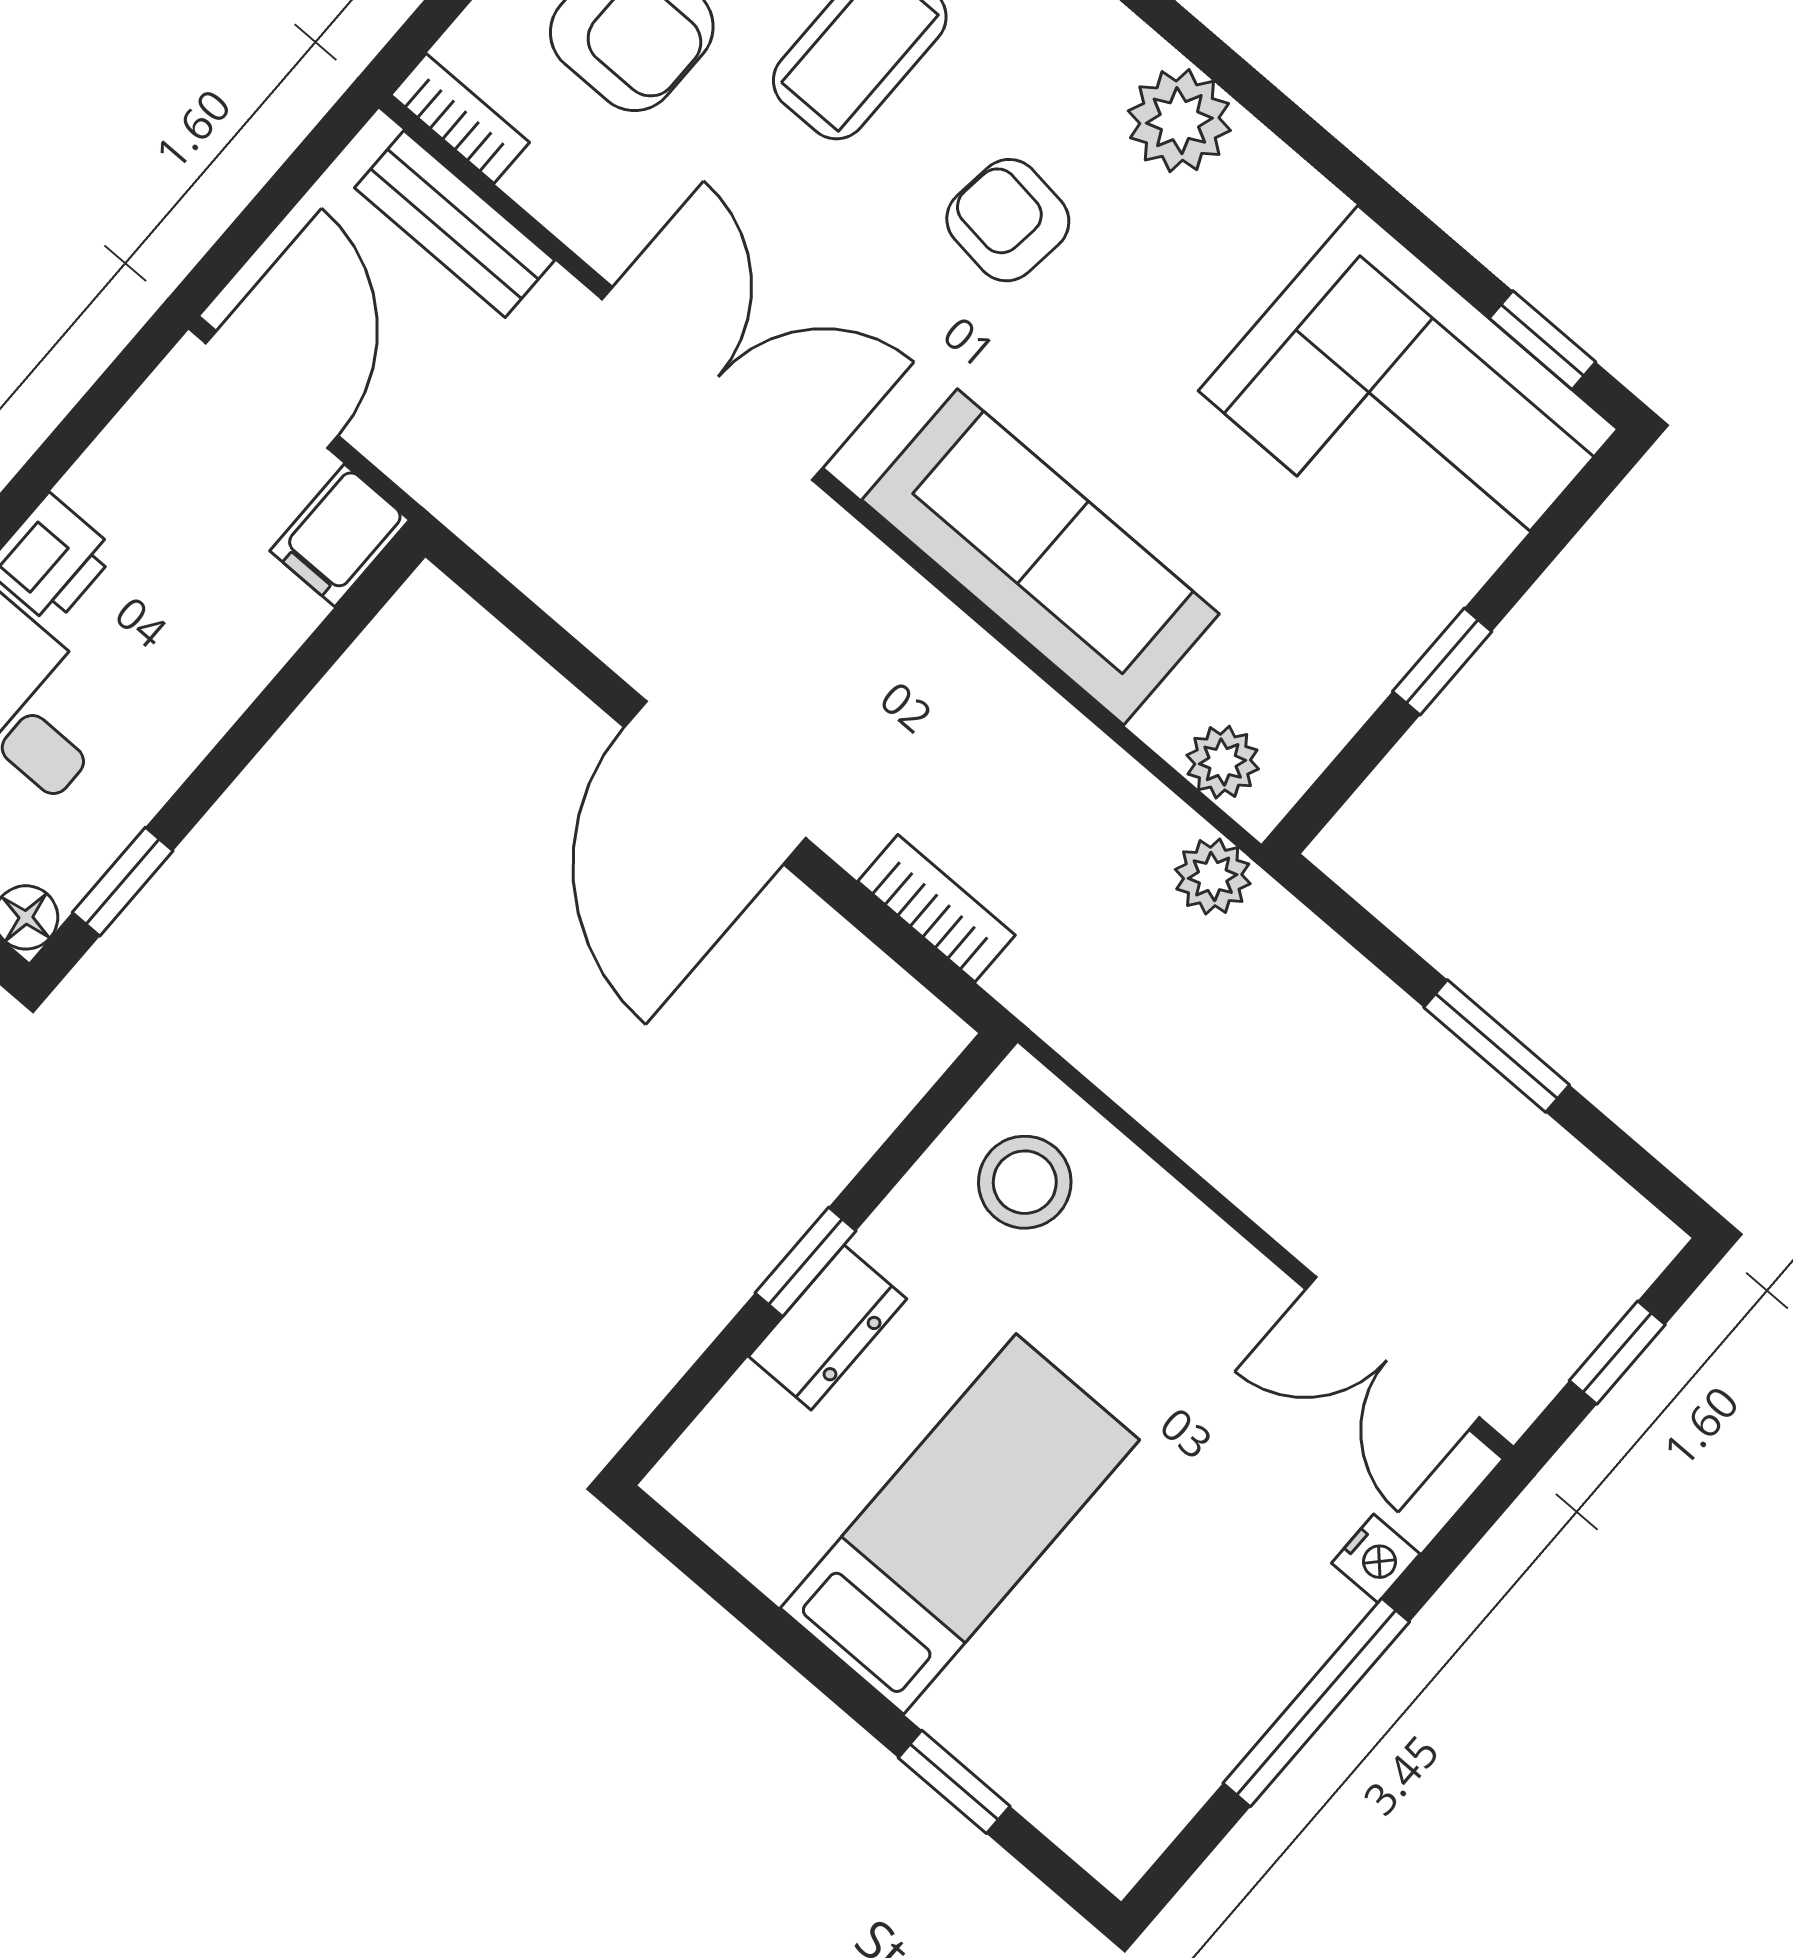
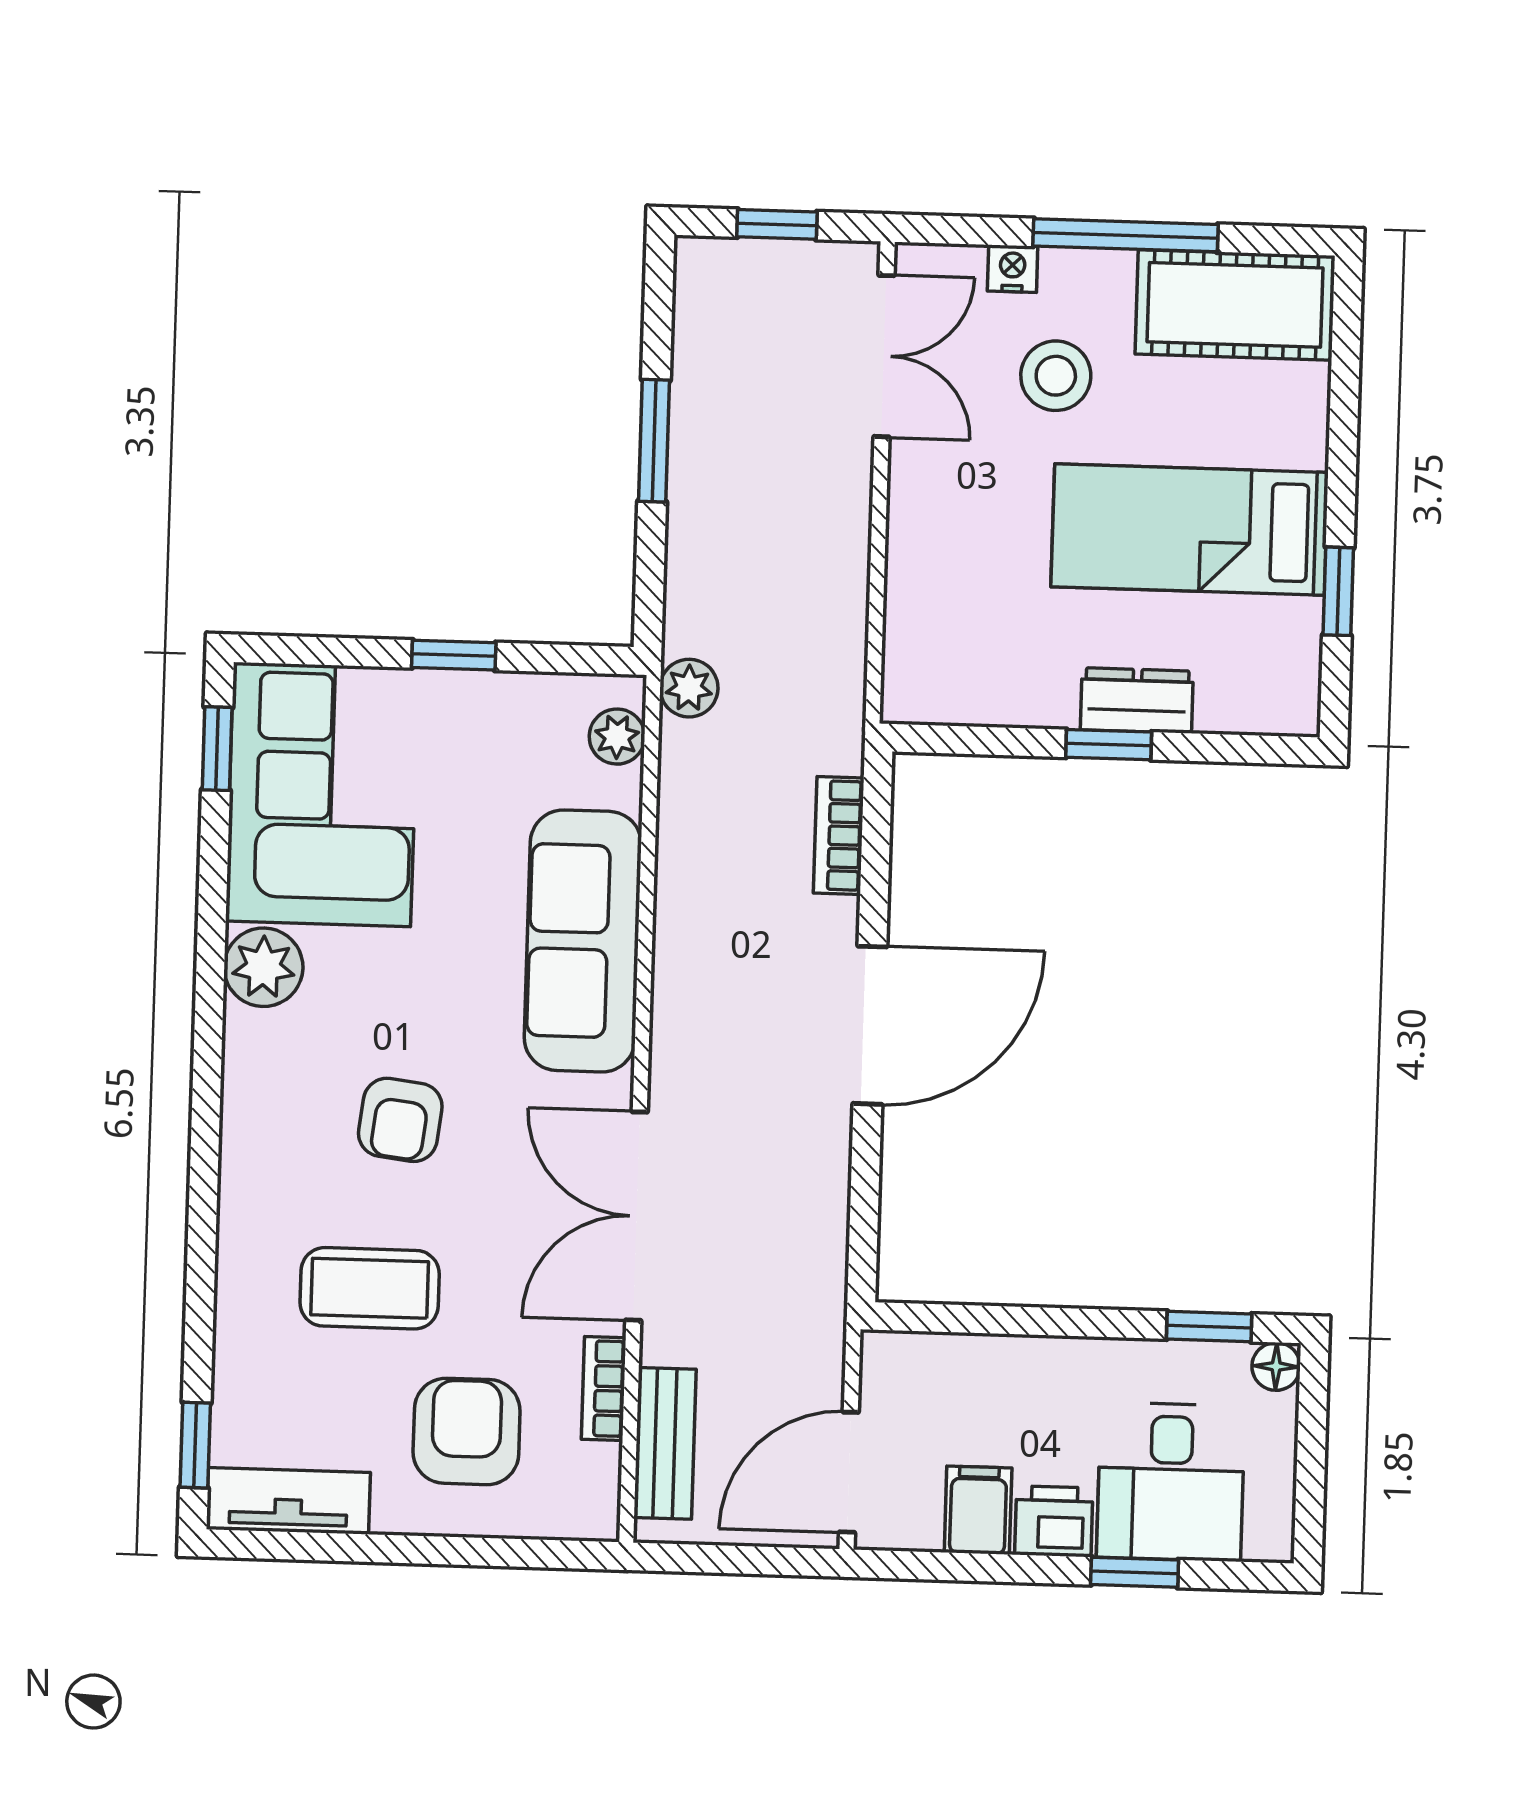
bookcase: (460, 119) -> (604, 1388), moved
plant: (1179, 121) -> (263, 967), moved
filing cabinet: (340, 535) -> (978, 1510), moved, turned -90
stool: (1025, 1182) -> (1056, 376), moved
cot: (1154, 1758) -> (1235, 305), added
window: (954, 1782) -> (1338, 591), moved

